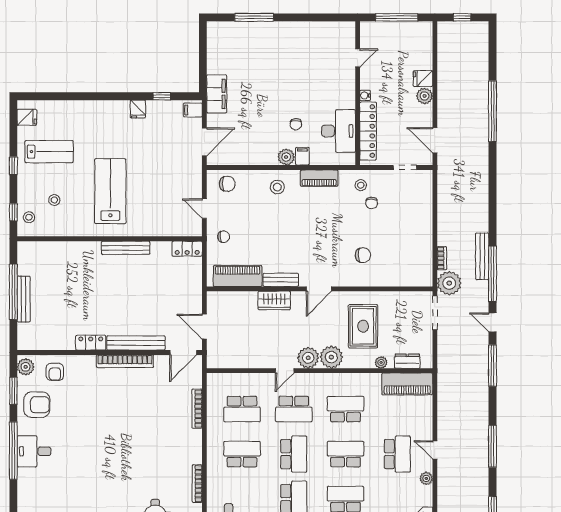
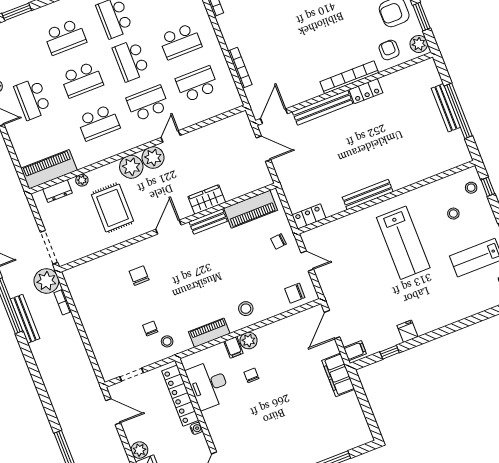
chair: (363, 255) -> (139, 276), turned 90
bookcase: (125, 361) -> (349, 77), moved

